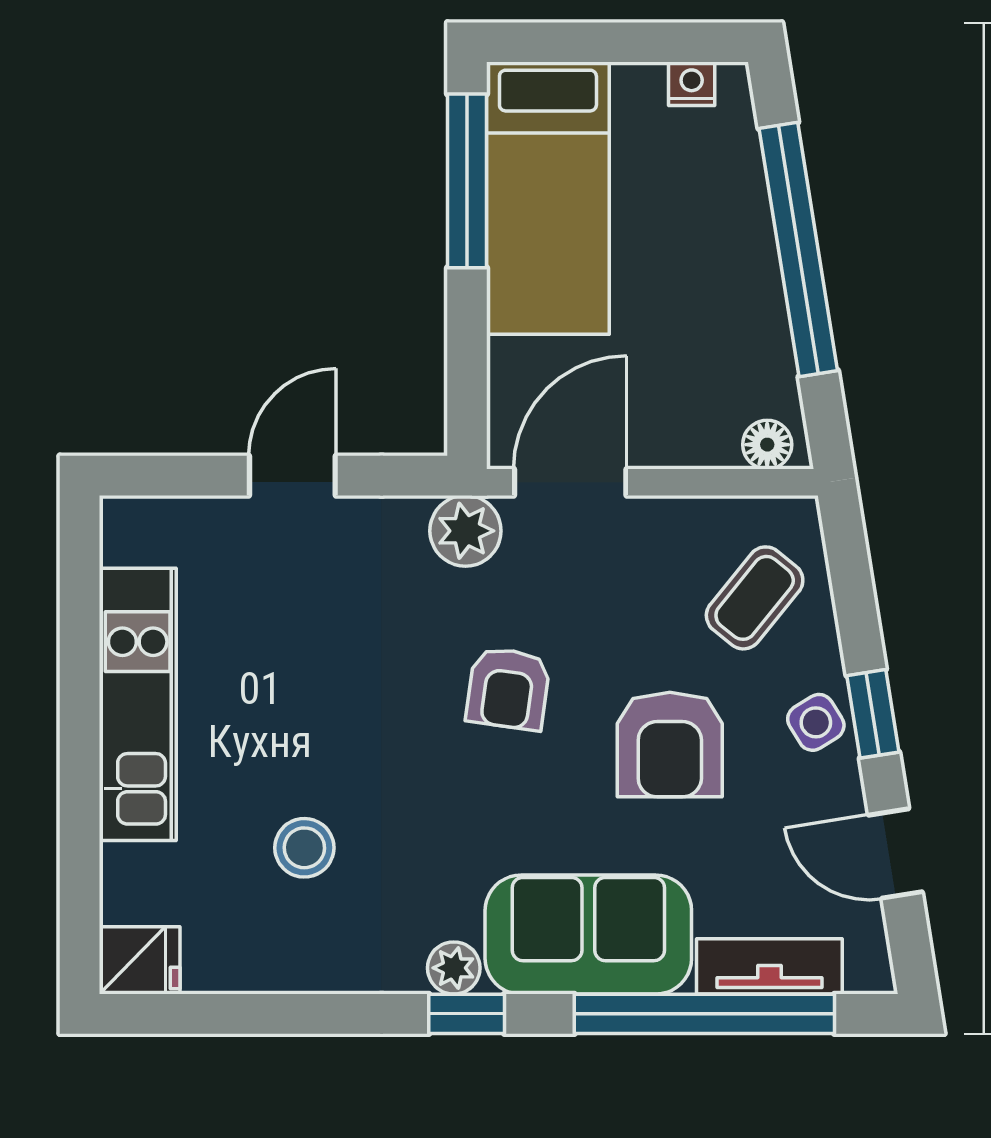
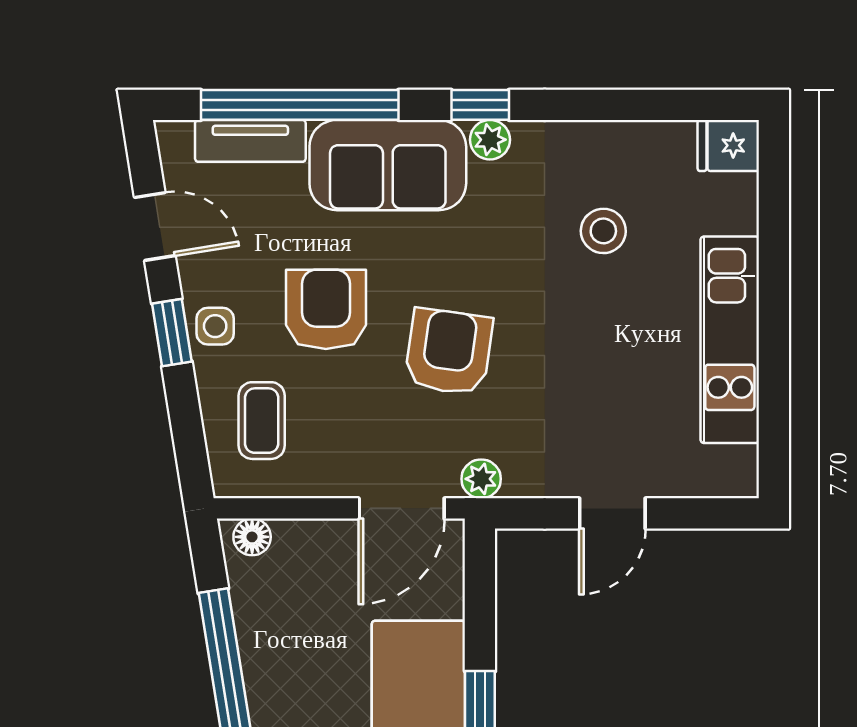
plant: (465, 531) -> (481, 479), width x0.73, depth x0.73
coffee table: (755, 598) -> (262, 421), turned -39
armchair: (508, 689) -> (449, 352), width x1.38, depth x1.38
side table: (816, 722) -> (215, 326), turned 32

